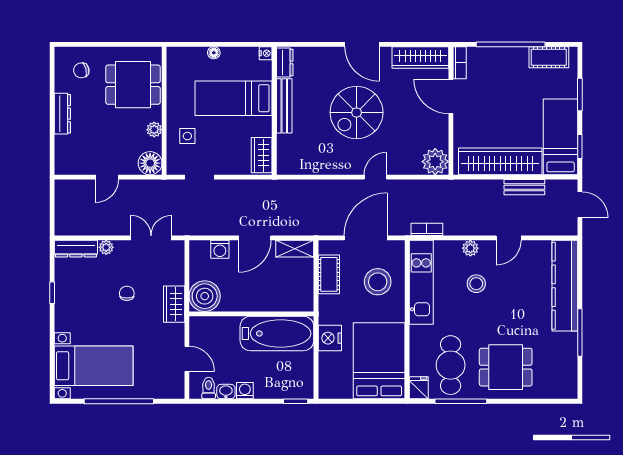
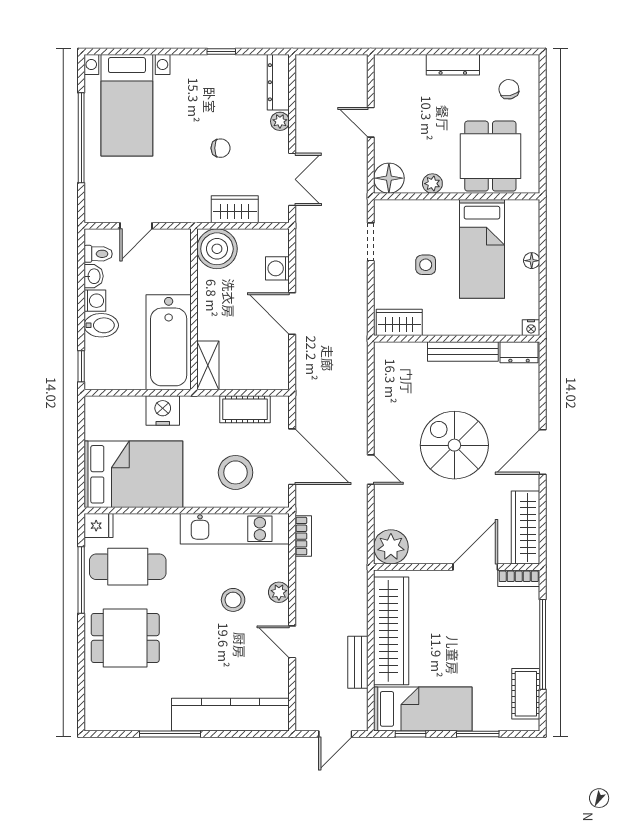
bed: (234, 98) -> (482, 249), moved, turned 180
side table: (187, 136) -> (426, 265), moved
shelving: (295, 249) -> (208, 365), moved
wardrobe: (174, 304) -> (235, 209), moved
dining table: (506, 367) -> (125, 638), turned 90
bidet: (264, 386) -> (101, 325), added

